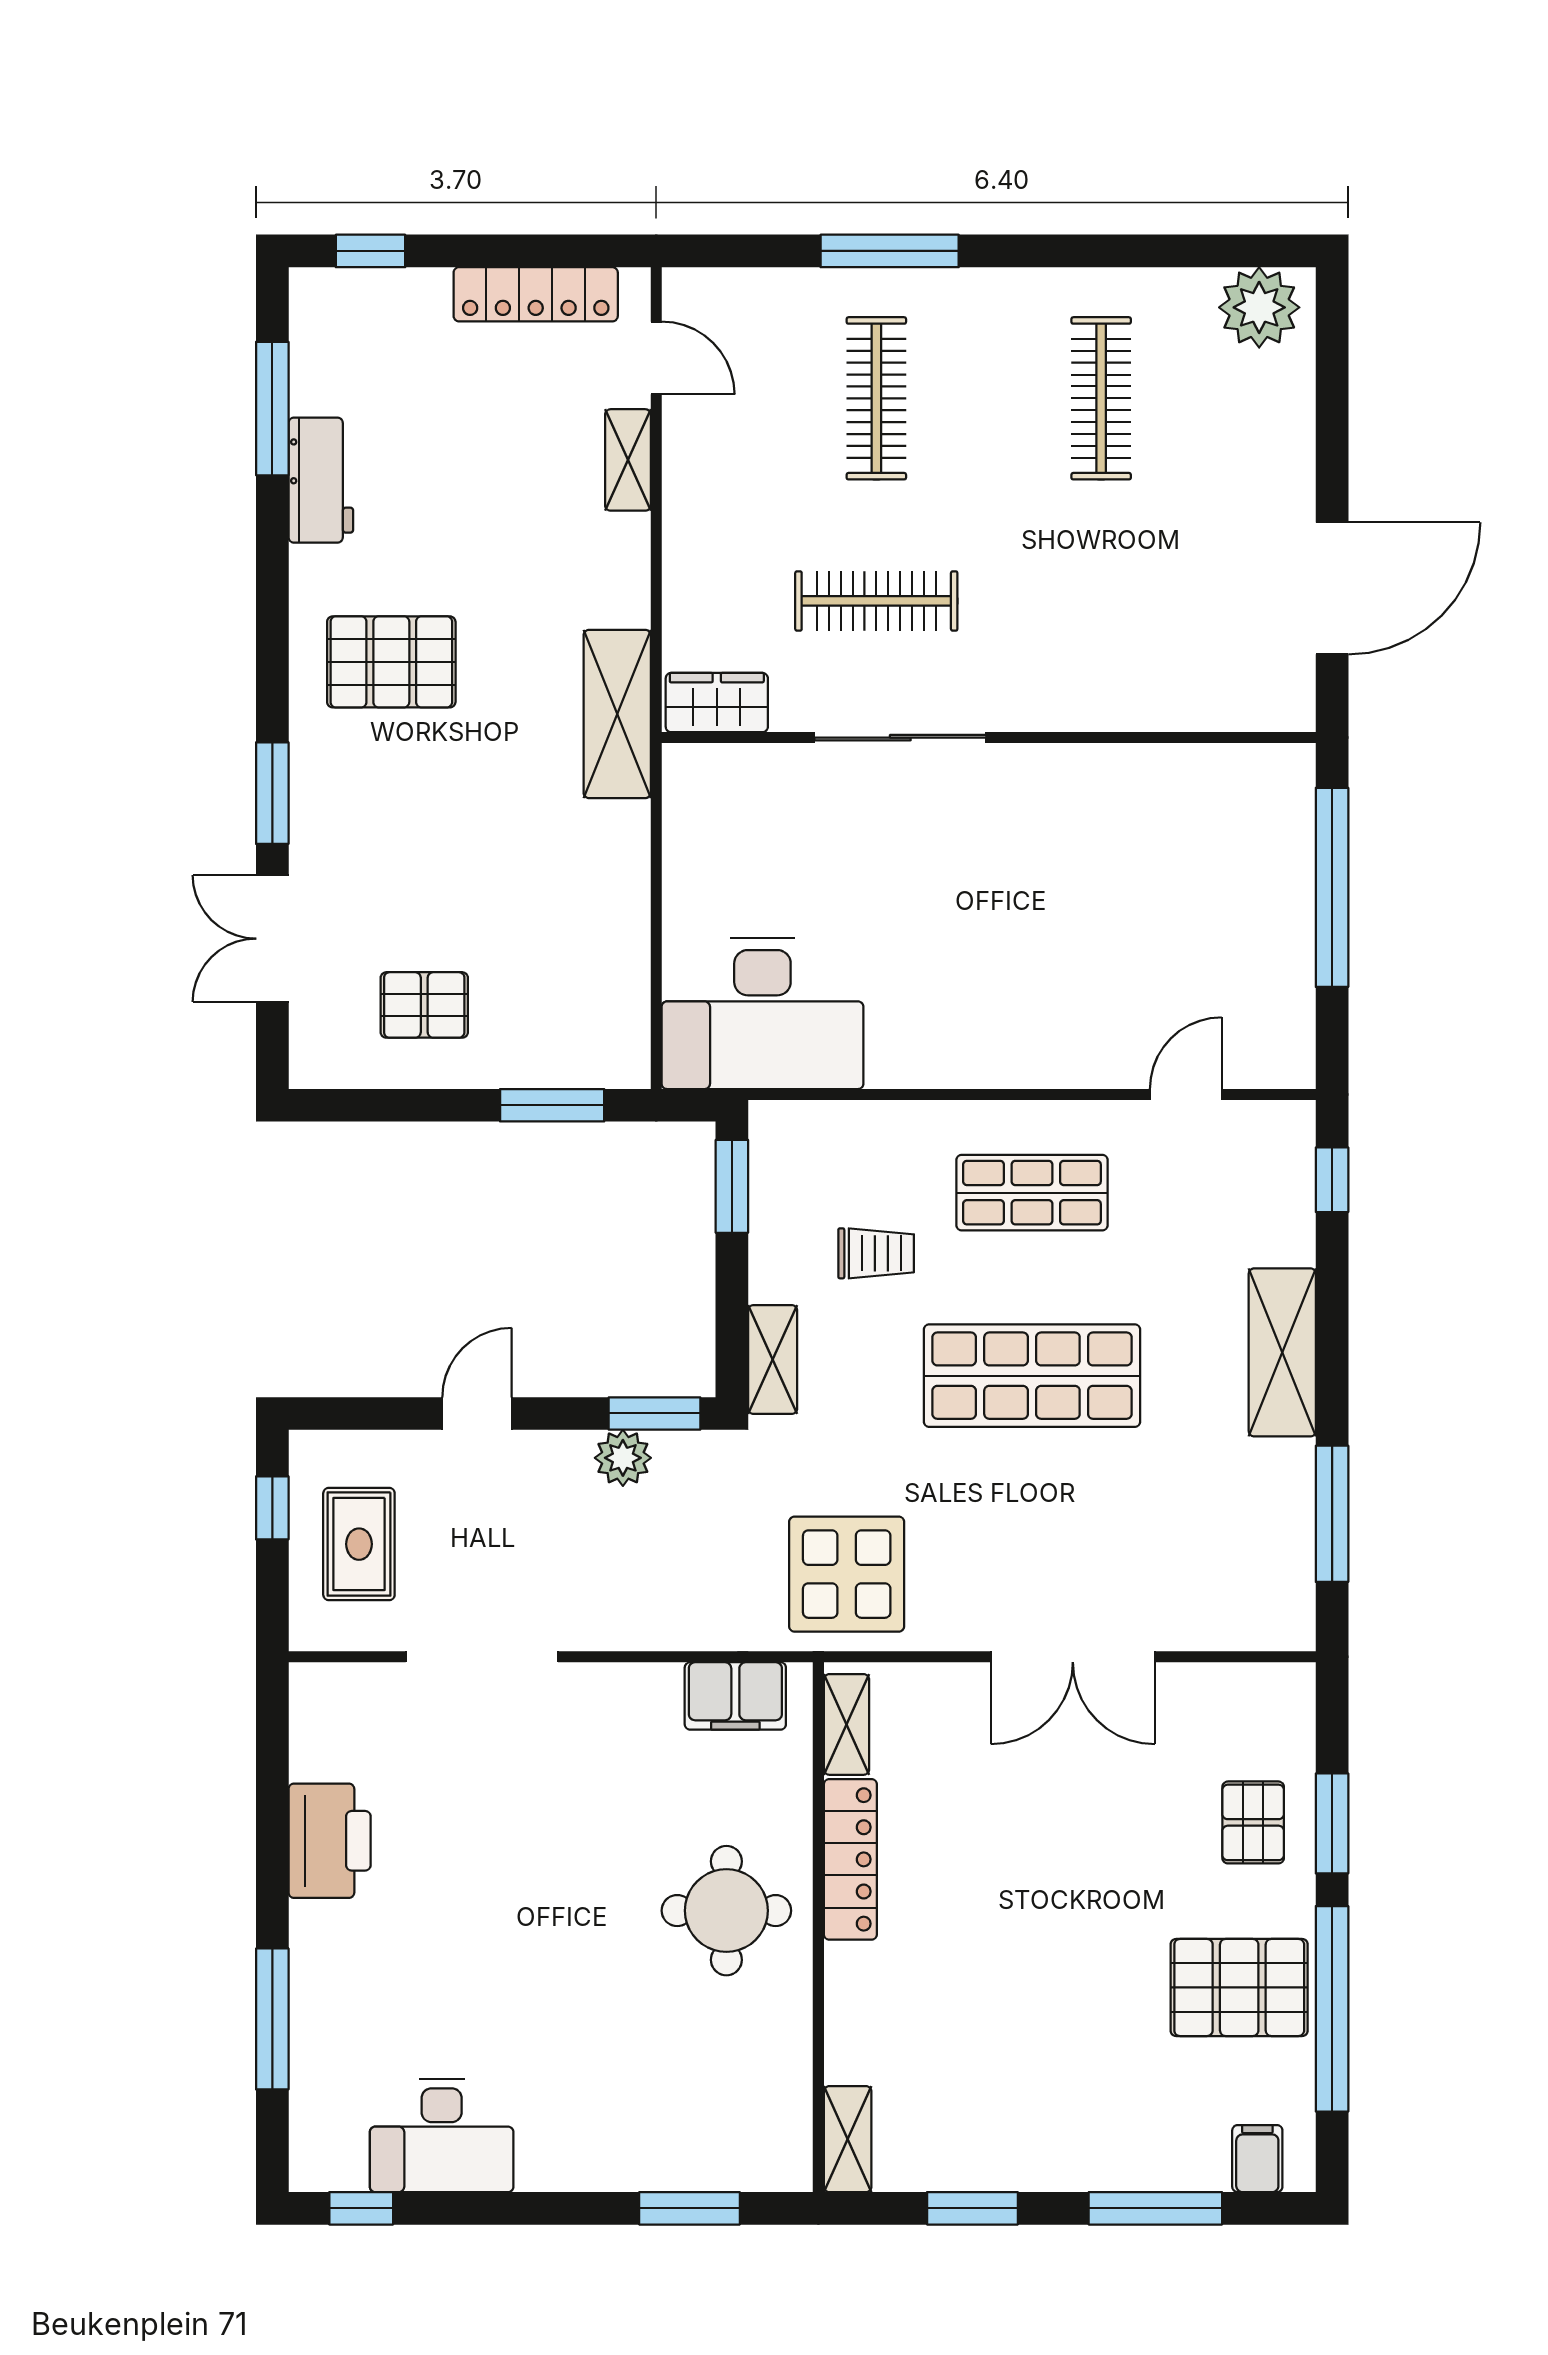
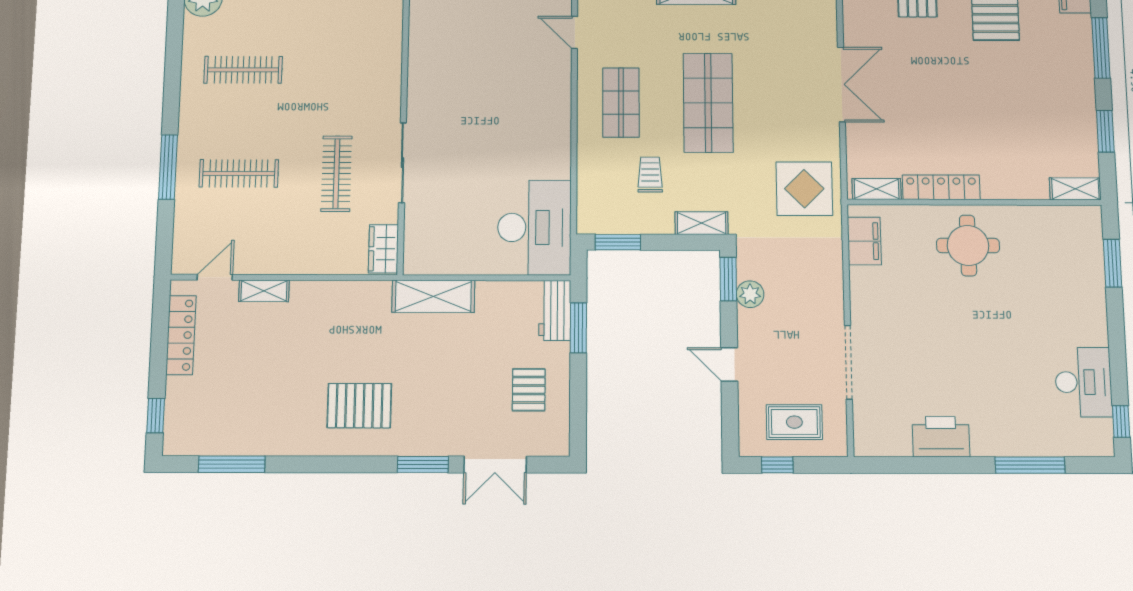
workbench: (321, 480) -> (555, 310), moved, turned -90
pallet: (391, 662) -> (359, 406), turned 90
shelving: (617, 714) -> (433, 296), moved

